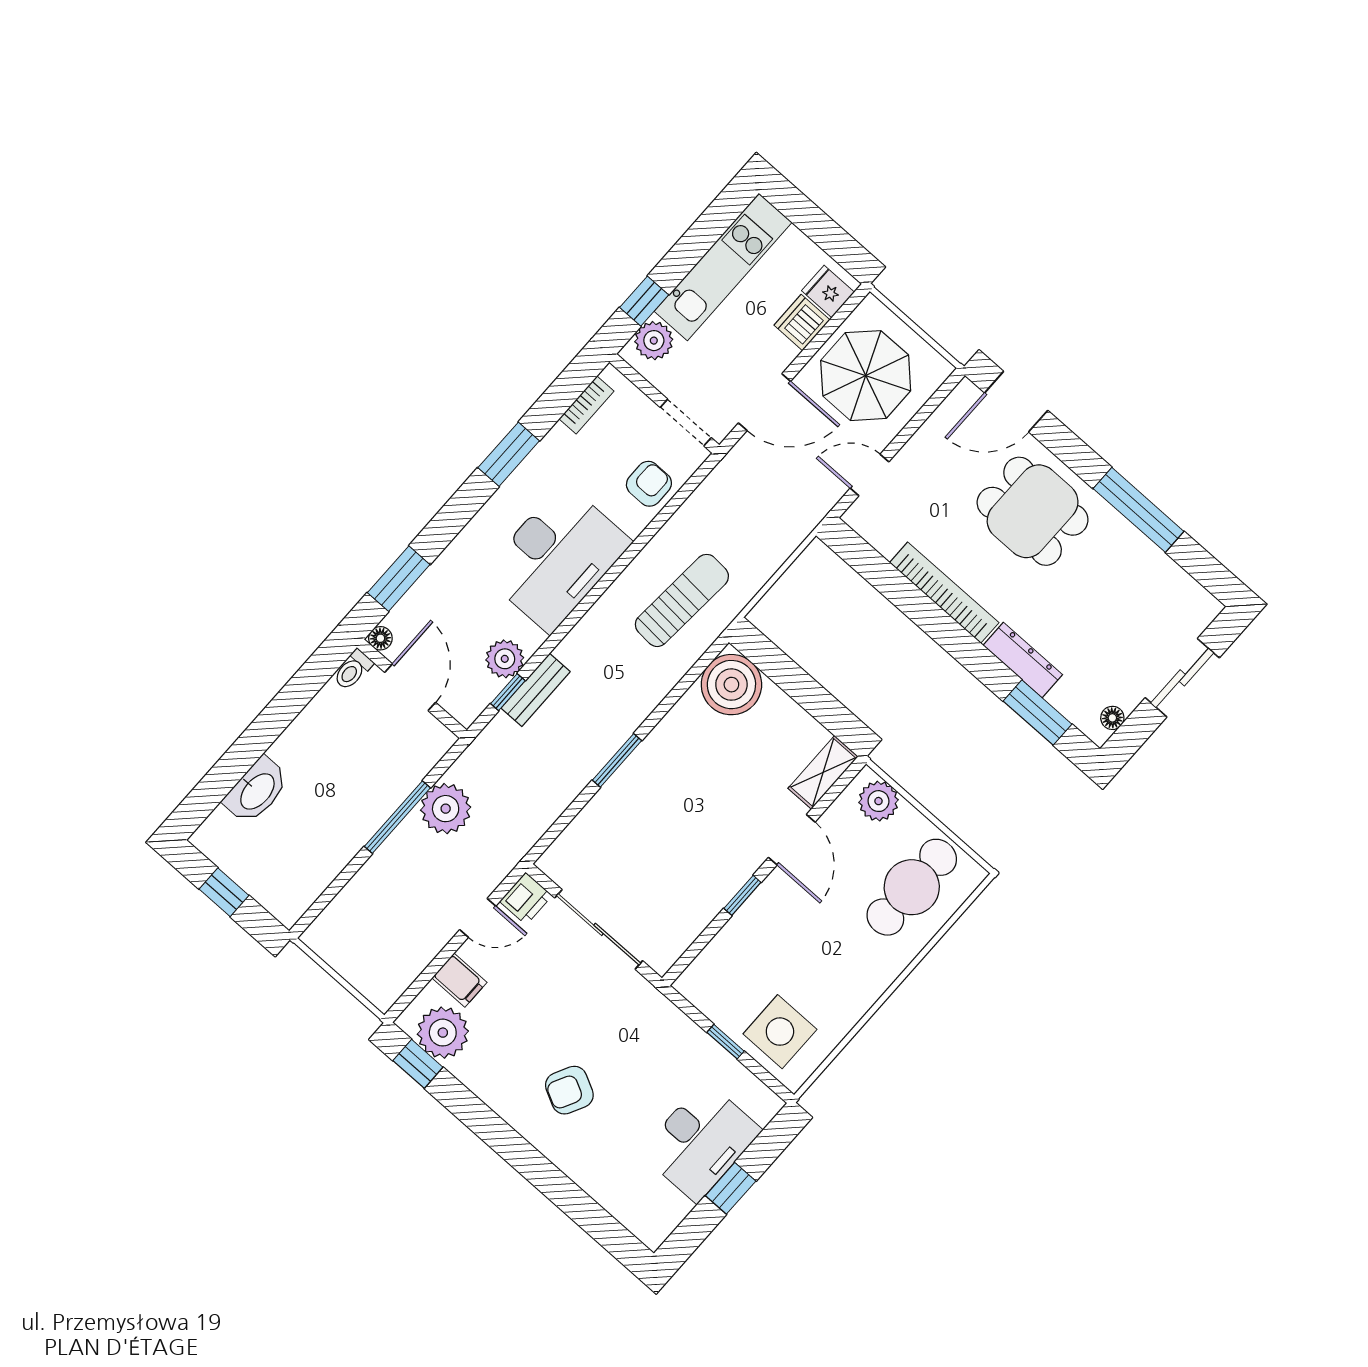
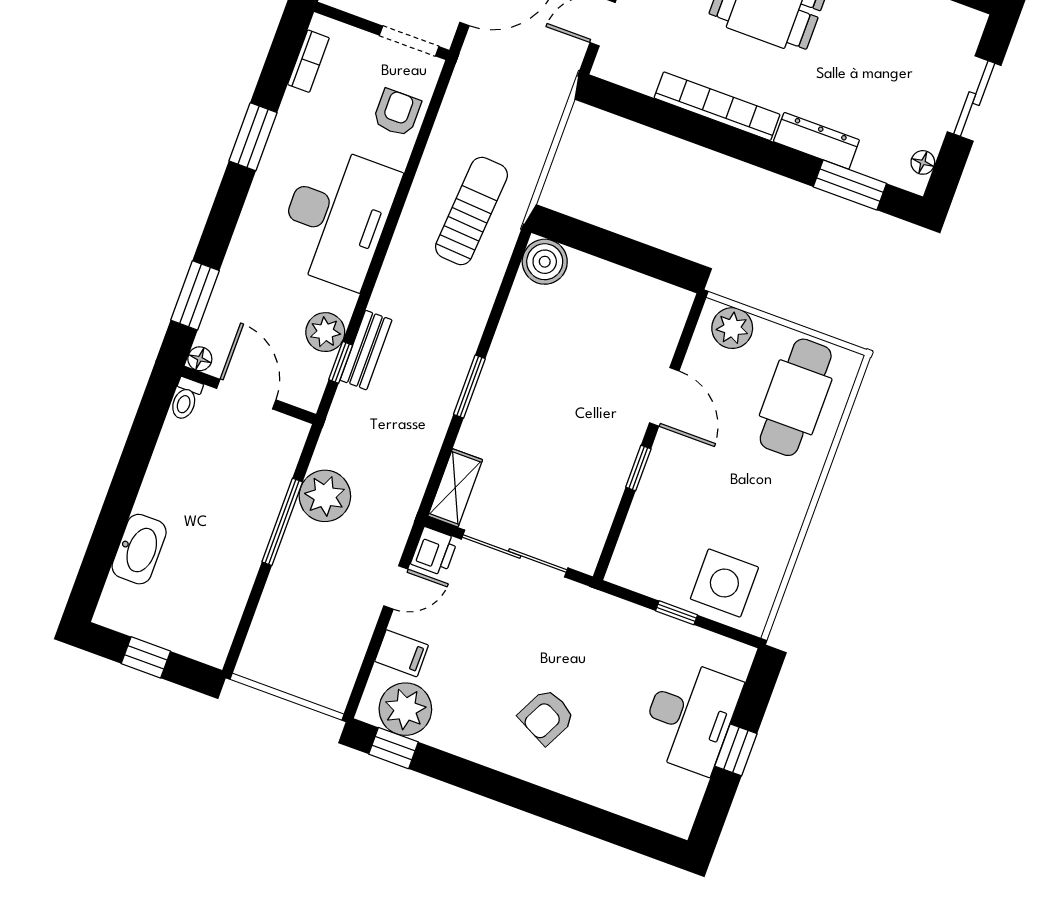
boiler: (731, 685) -> (545, 262), width x0.73, depth x0.73
shelving: (823, 772) -> (455, 488), moved

